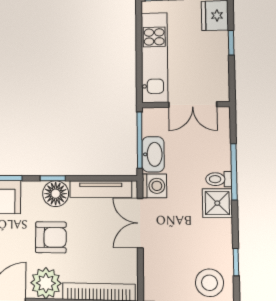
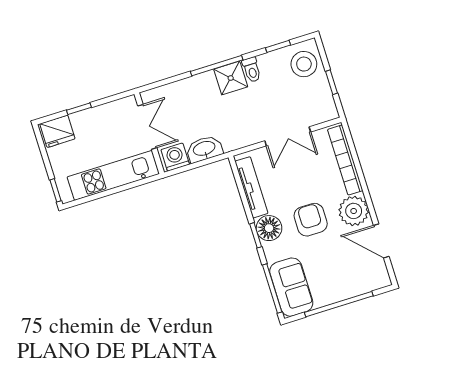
window: (140, 140) -> (195, 165), removed
window: (234, 172) -> (217, 66), moved
toilet: (219, 179) -> (252, 70), moved
washing machine: (154, 186) -> (175, 157), moved
double door: (140, 223) -> (288, 136), moved

